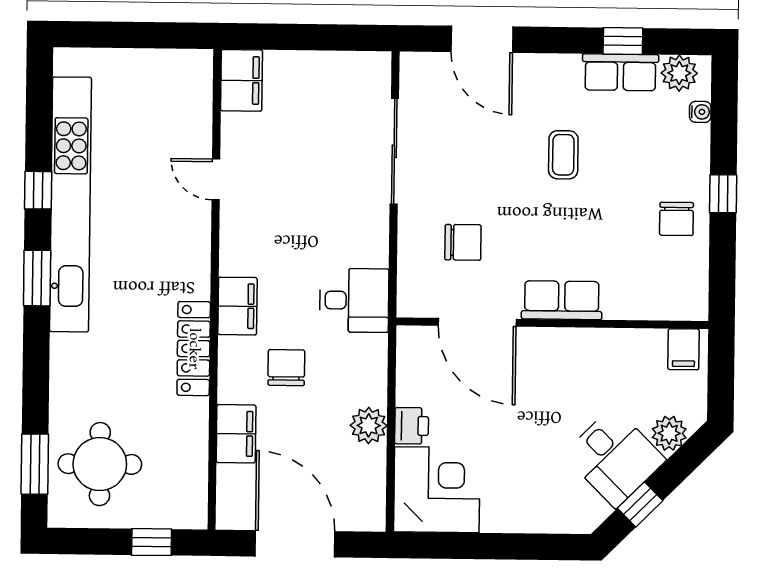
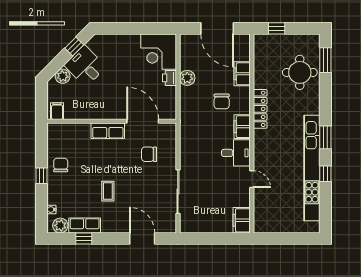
desk: (354, 300) -> (236, 153), moved, turned 180
round table: (100, 464) -> (300, 72), moved

